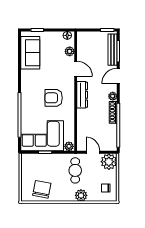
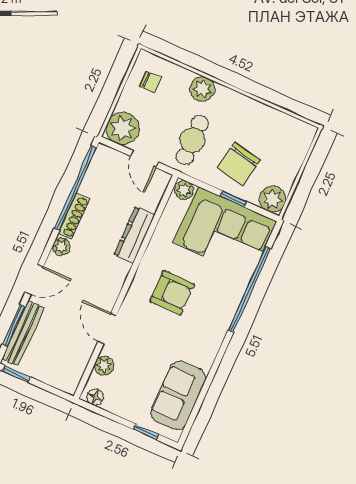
dresser: (82, 95) -> (134, 235), moved
plant: (27, 160) -> (273, 199), added
chair: (42, 189) -> (239, 164), moved

